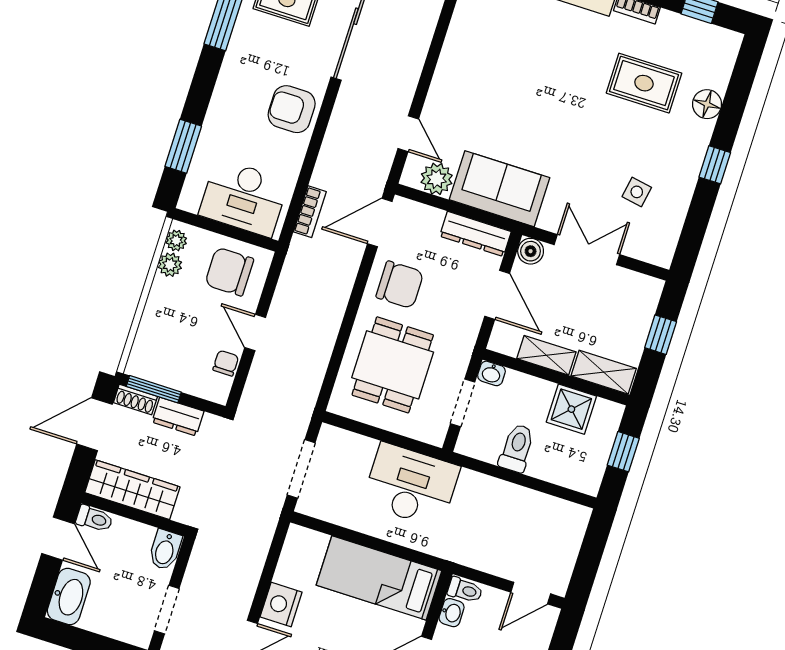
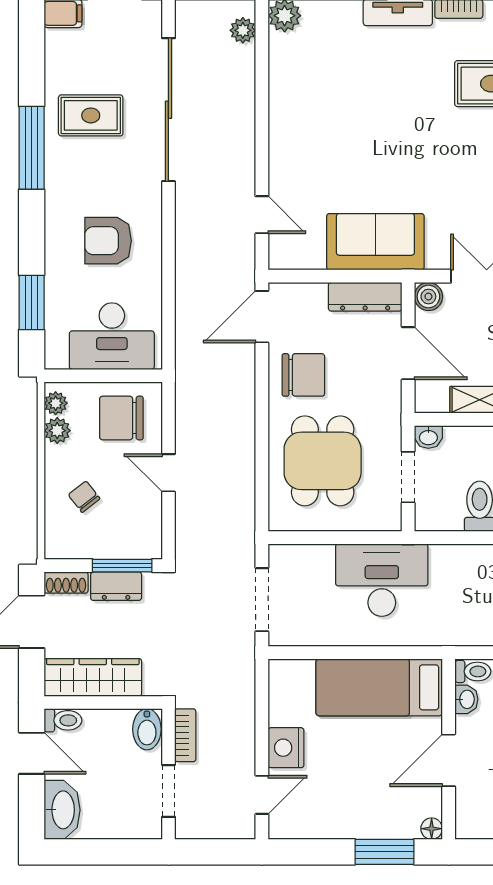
armchair: (292, 109) -> (108, 241), moved
plant: (437, 179) -> (307, 252), removed
bookcase: (310, 212) -> (185, 735), moved
chair: (226, 363) -> (84, 497), moved, turned -38
window: (154, 389) -> (122, 566), moved

